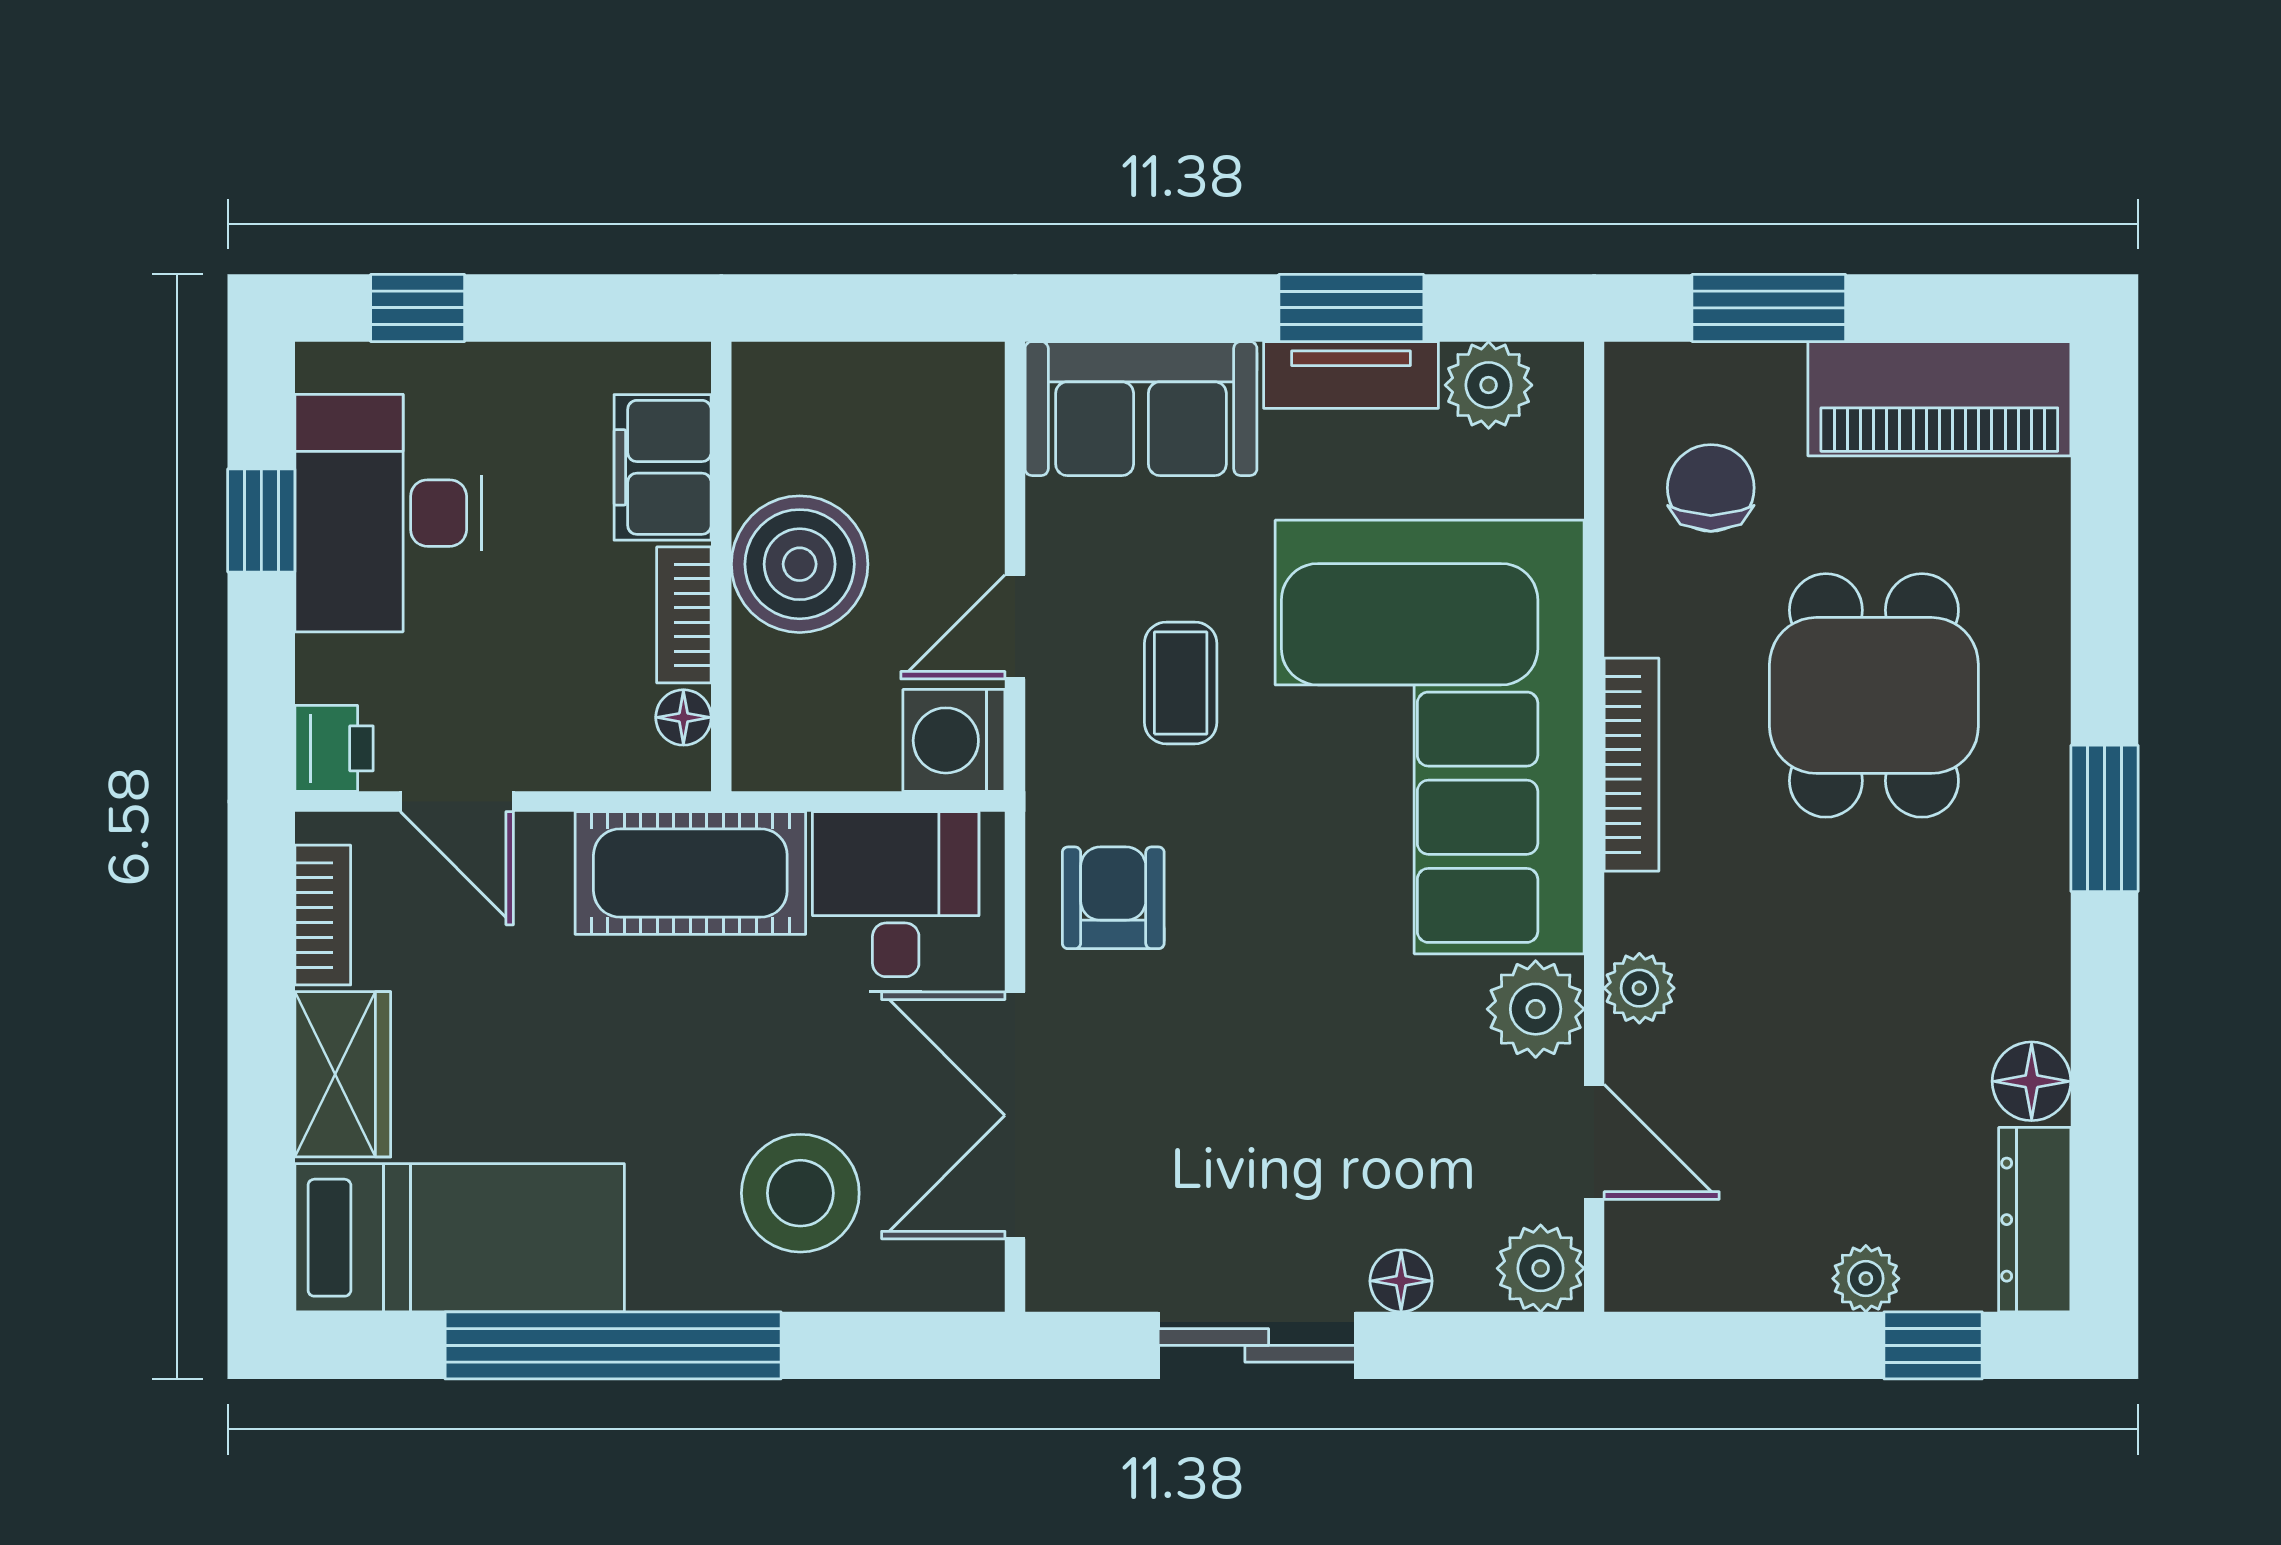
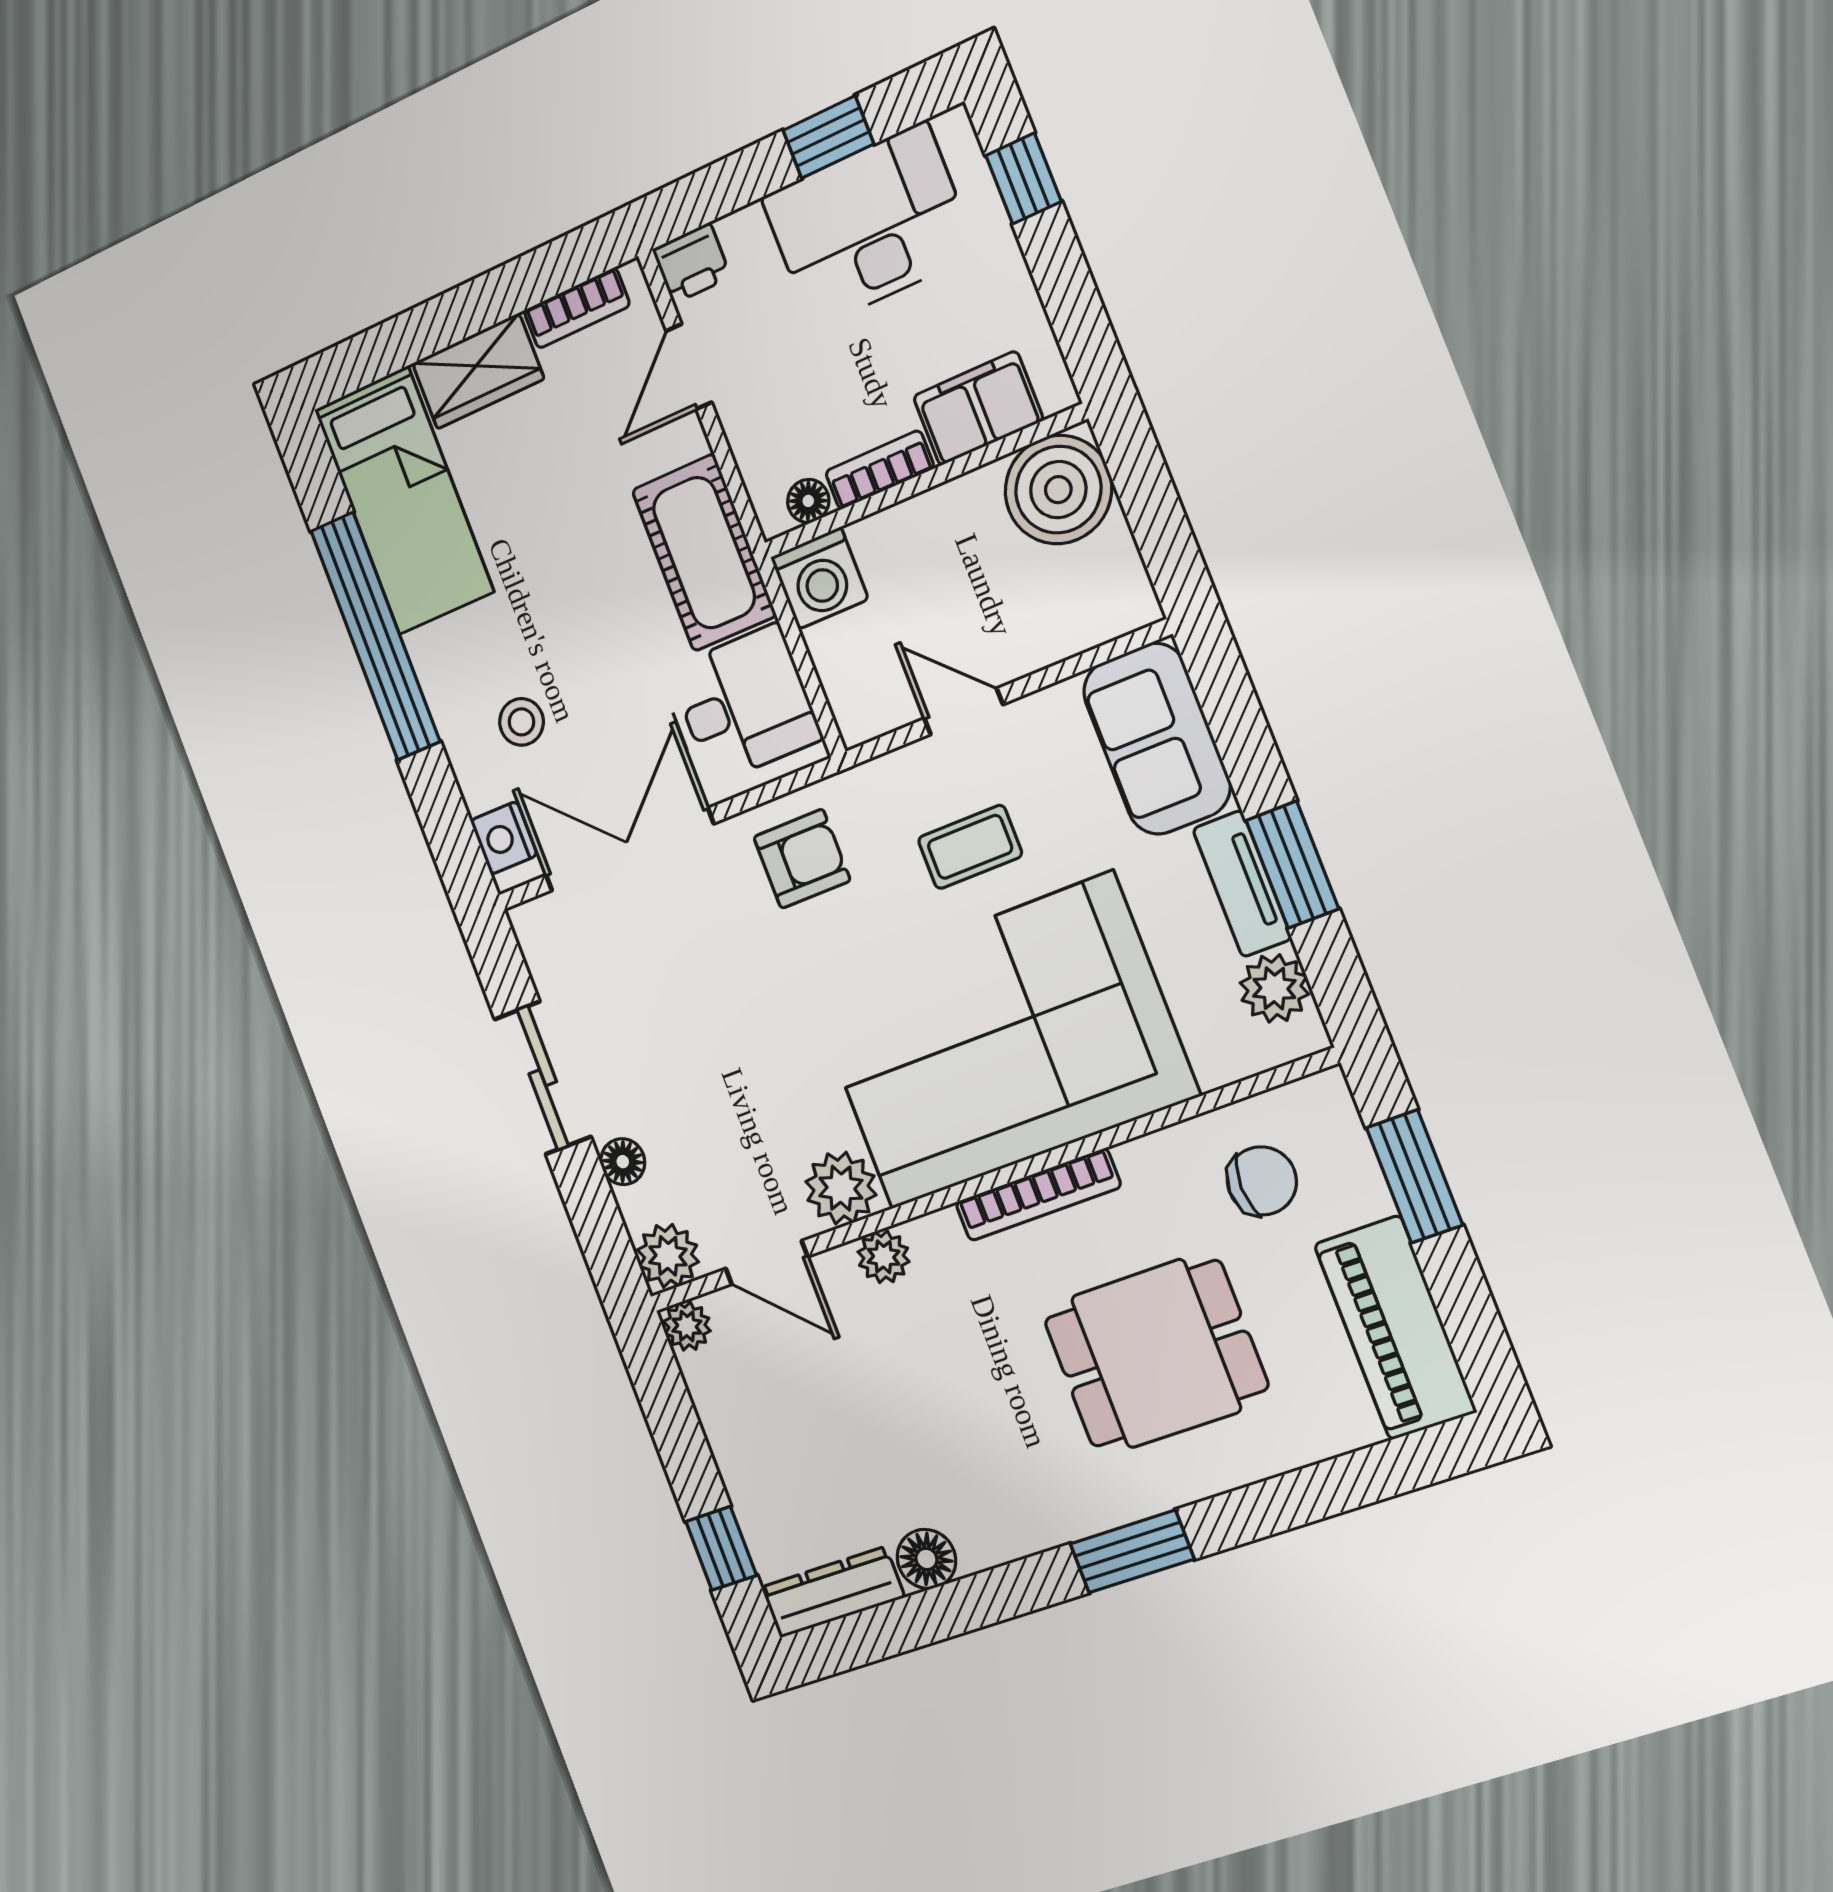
boiler: (800, 564) -> (1058, 490), moved
washing machine: (954, 740) -> (820, 578), moved, turned 180
door: (1594, 1142) -> (767, 1263), hinge flipped
stool: (800, 1193) -> (521, 722), width x0.53, depth x0.53
nightstand: (936, 1275) -> (504, 838), added
plant: (1866, 1279) -> (687, 1326), moved

